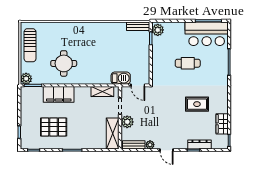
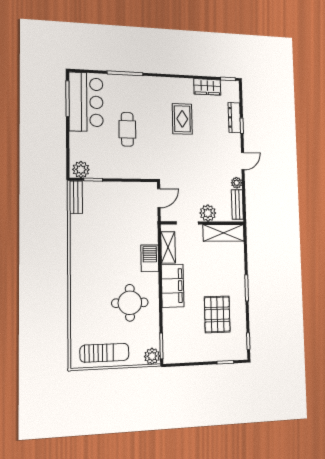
barbecue: (121, 78) -> (150, 258), moved
filing cabinet: (59, 94) -> (173, 286), moved

